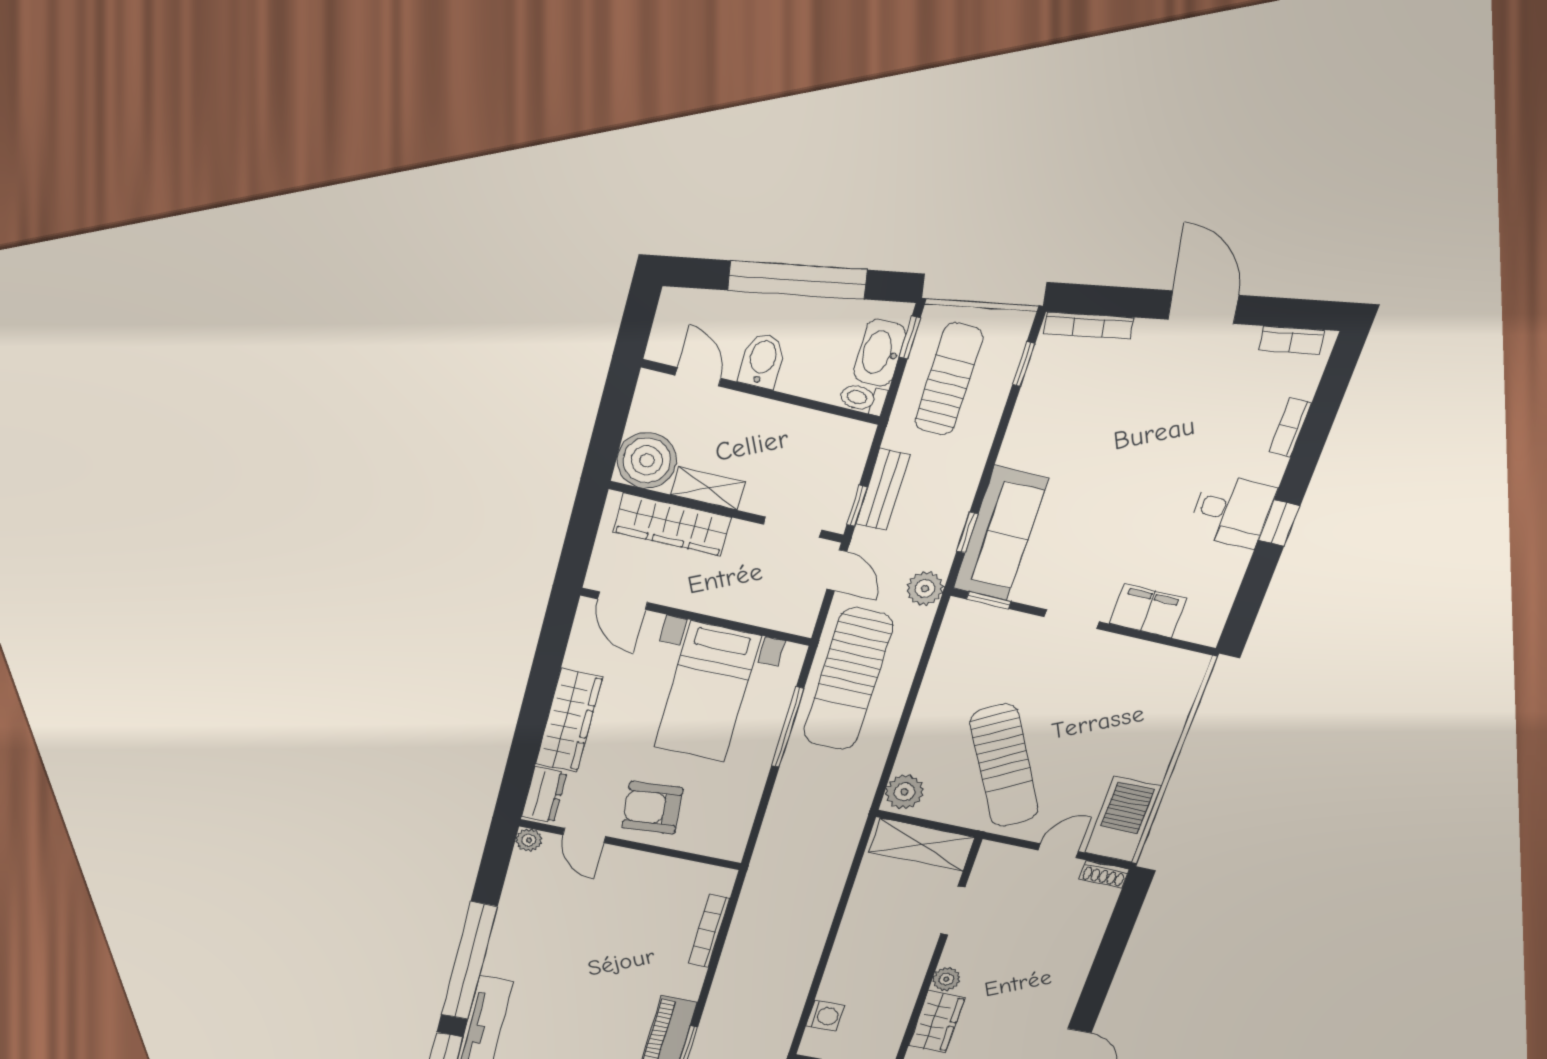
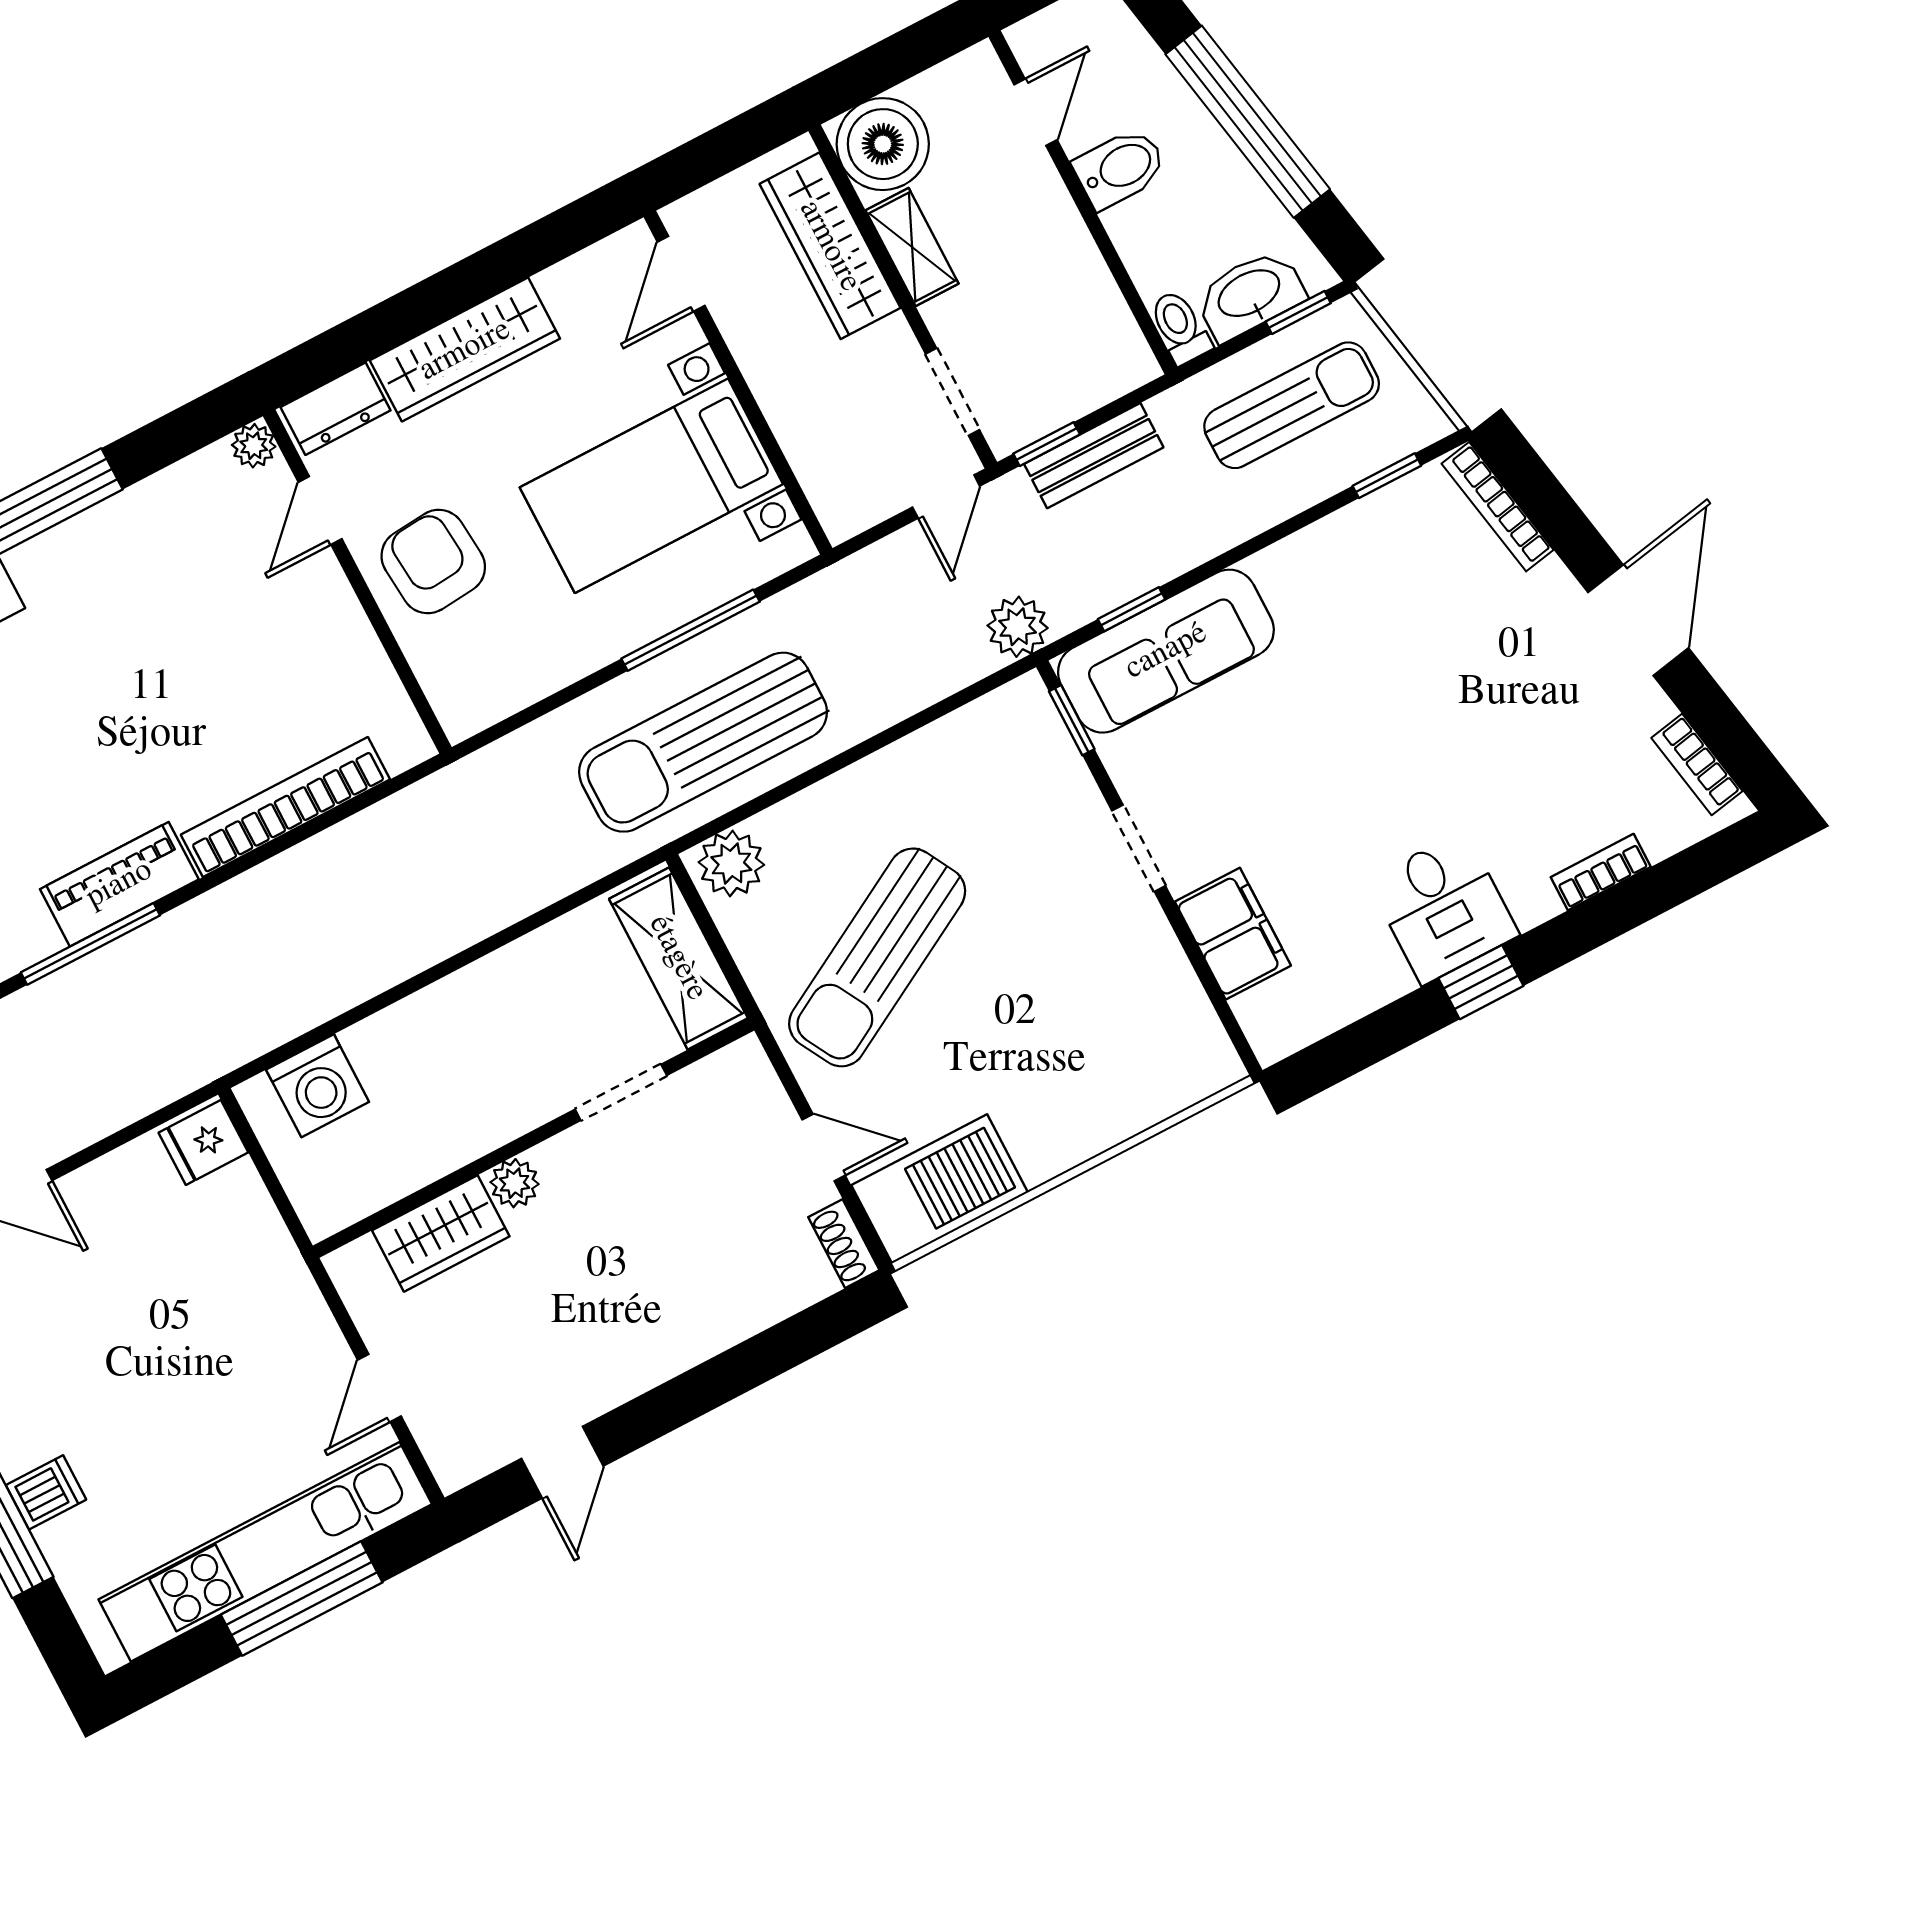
sun lounger: (848, 679) -> (703, 742), moved
bookcase: (709, 931) -> (285, 807), width x1.48, depth x1.31
washing machine: (825, 1016) -> (318, 1086), width x1.38, depth x1.38

